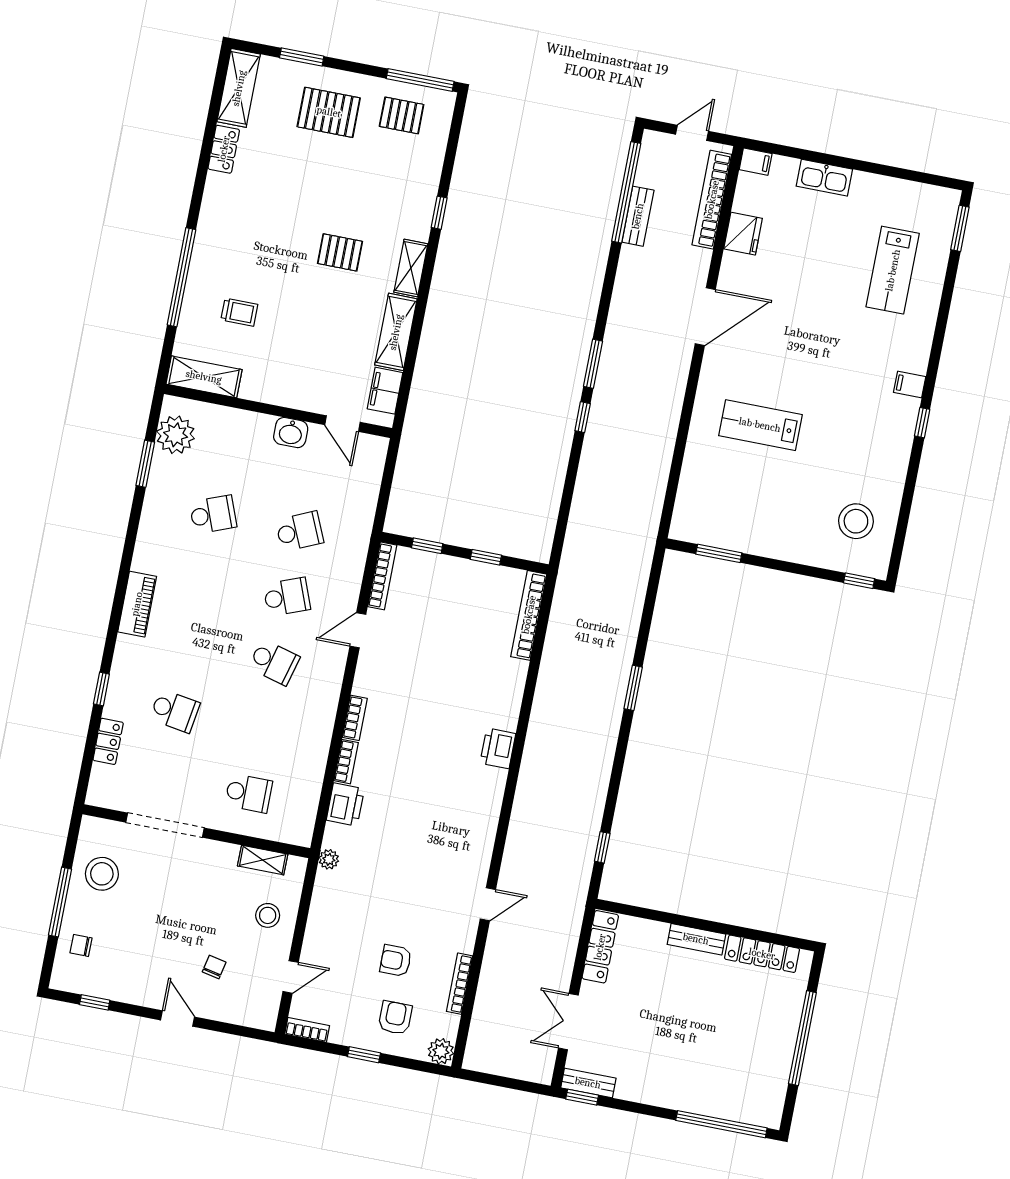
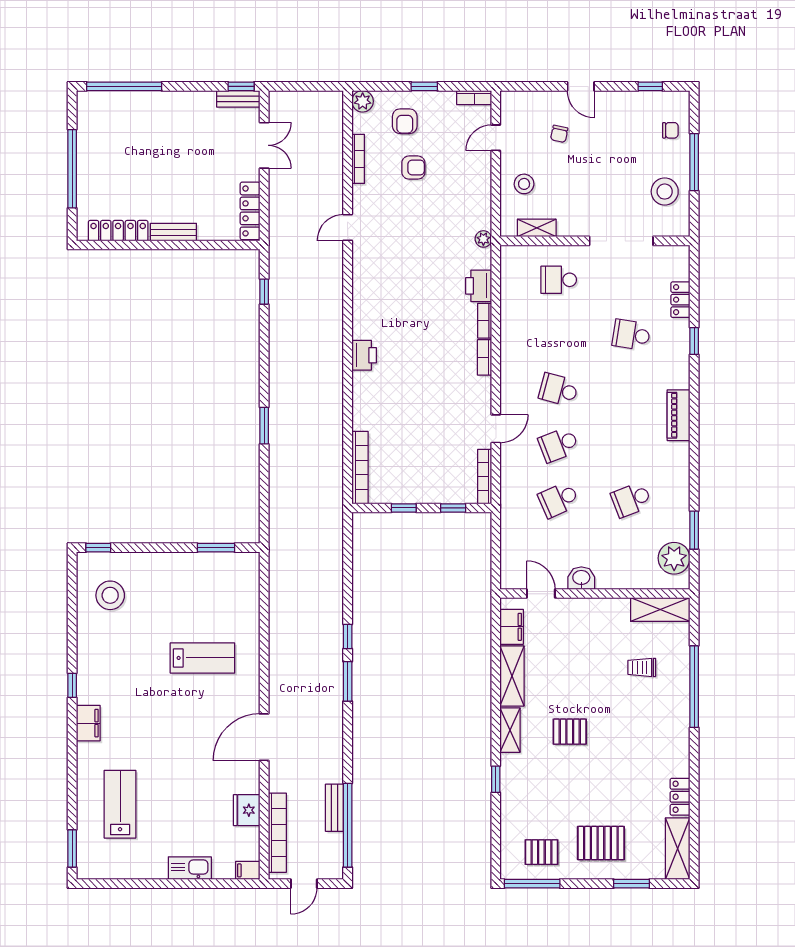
filing cabinet: (910, 385) -> (88, 723), width x2.00

